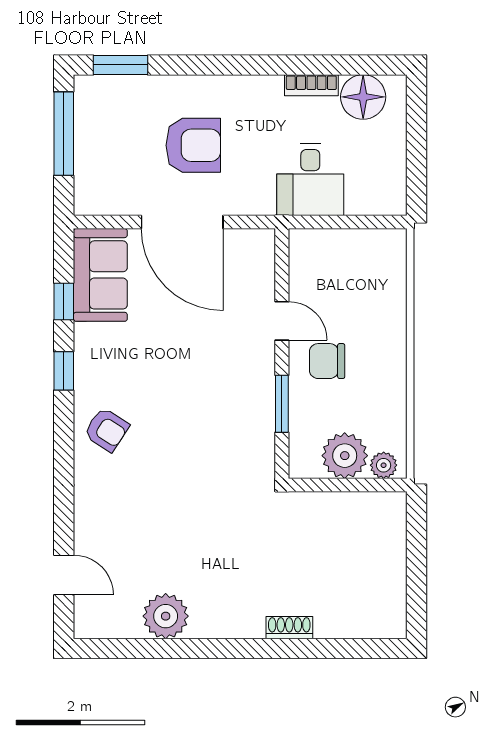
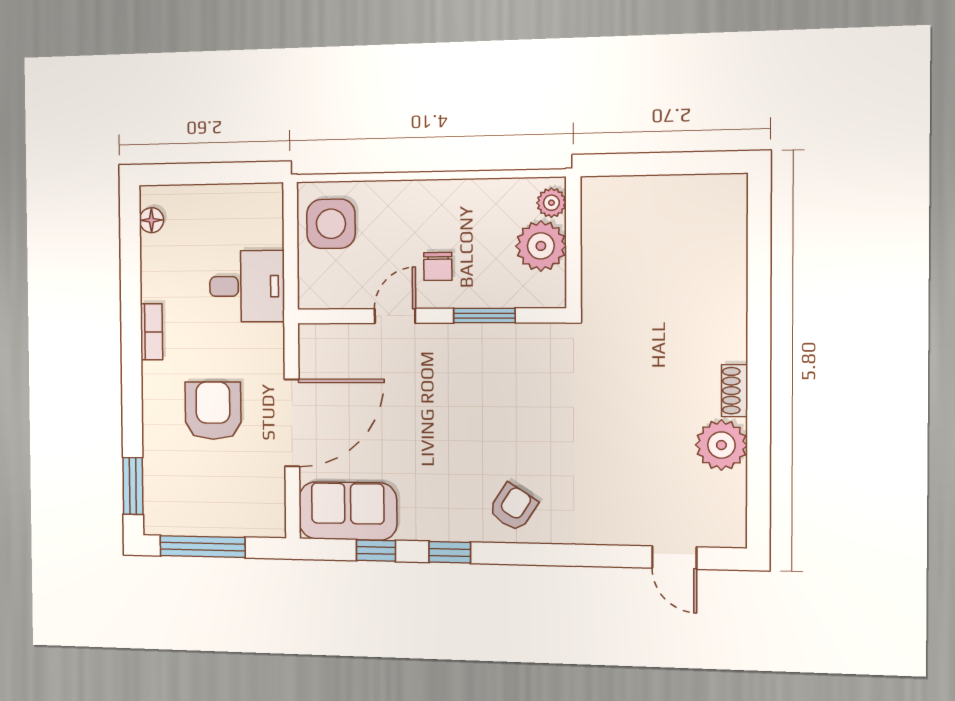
bookcase: (311, 85) -> (152, 332), moved
floor lamp: (363, 97) -> (151, 220), width x0.53, depth x0.53
side table: (368, 261) -> (331, 224), added
chair: (327, 361) -> (438, 266), width x0.73, depth x0.73
door: (64, 575) -> (674, 558), swing flipped
shoe rack: (289, 628) -> (735, 391), moved

